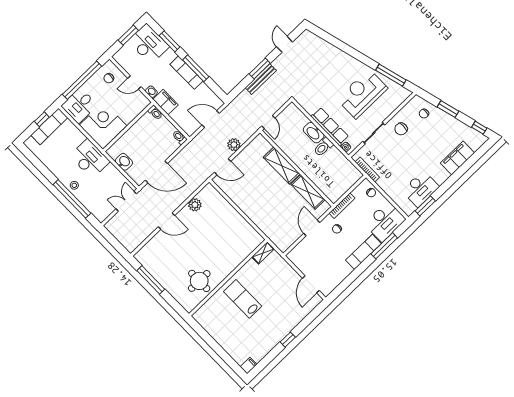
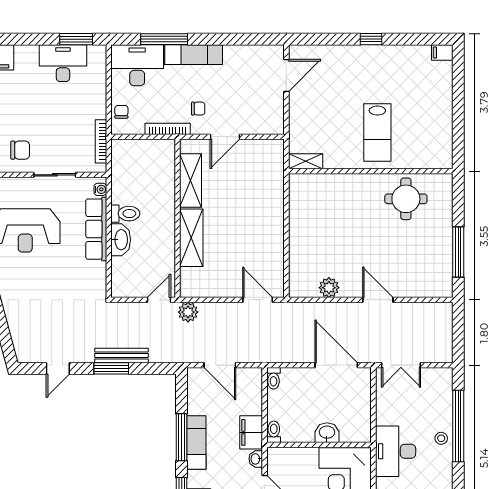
plant: (234, 145) -> (188, 312), moved
washbasin: (124, 162) -> (327, 433), moved, turned 90

